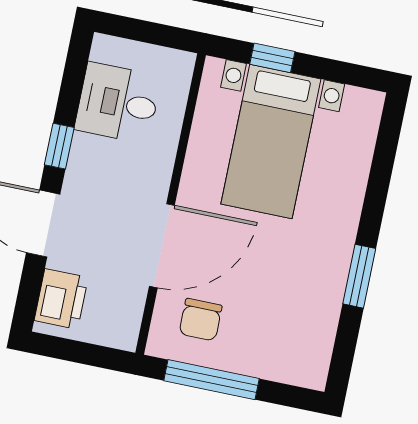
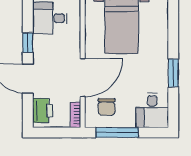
bookcase: (130, 323) -> (76, 115), added
desk: (297, 347) -> (152, 110), added

